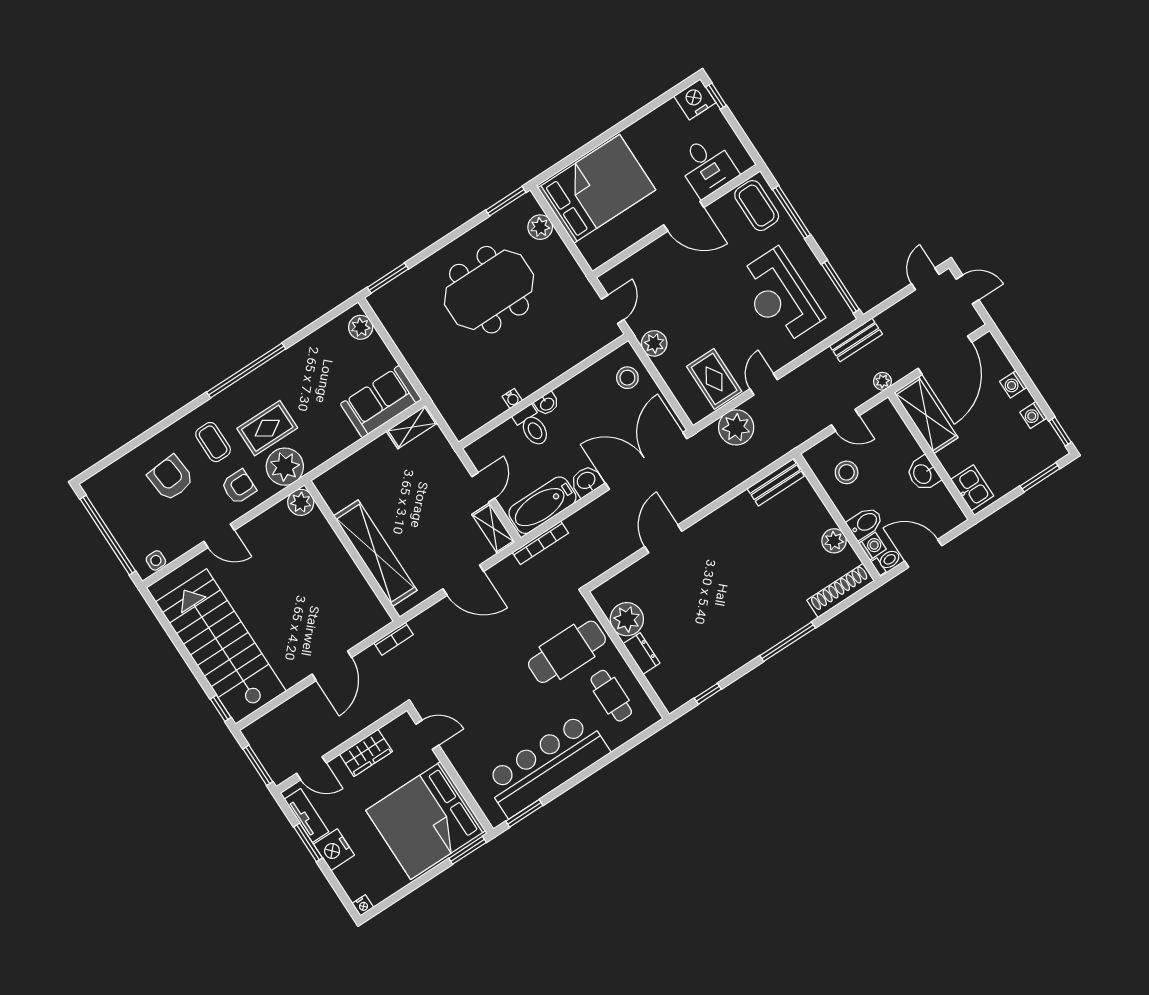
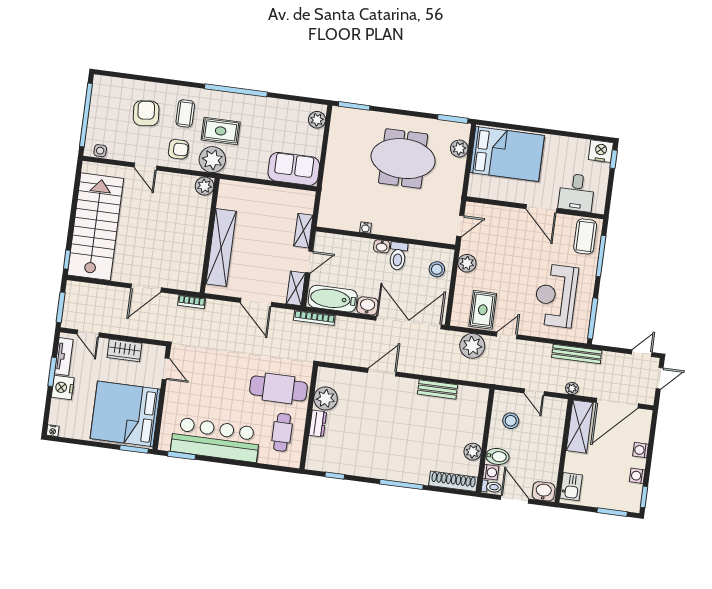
door: (967, 289) -> (660, 378), hinge flipped
bench: (856, 340) -> (577, 354), width x1.36
toilet: (532, 426) -> (398, 256), moved
shelving: (412, 427) -> (303, 231), moved, turned 90
washbasin: (923, 474) -> (544, 491), moved, turned 90
bench: (776, 482) -> (438, 389), moved

